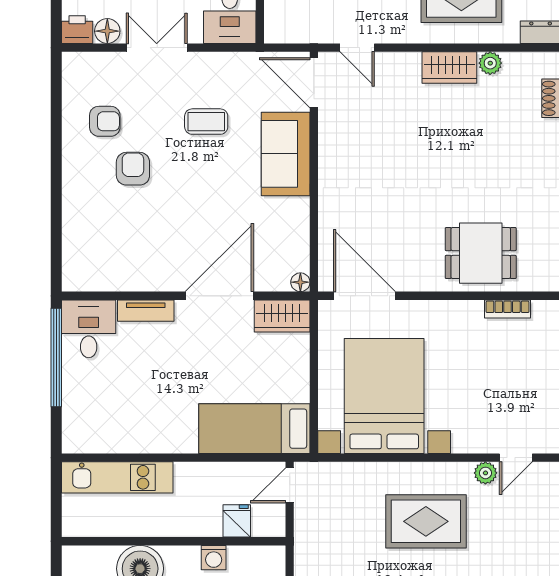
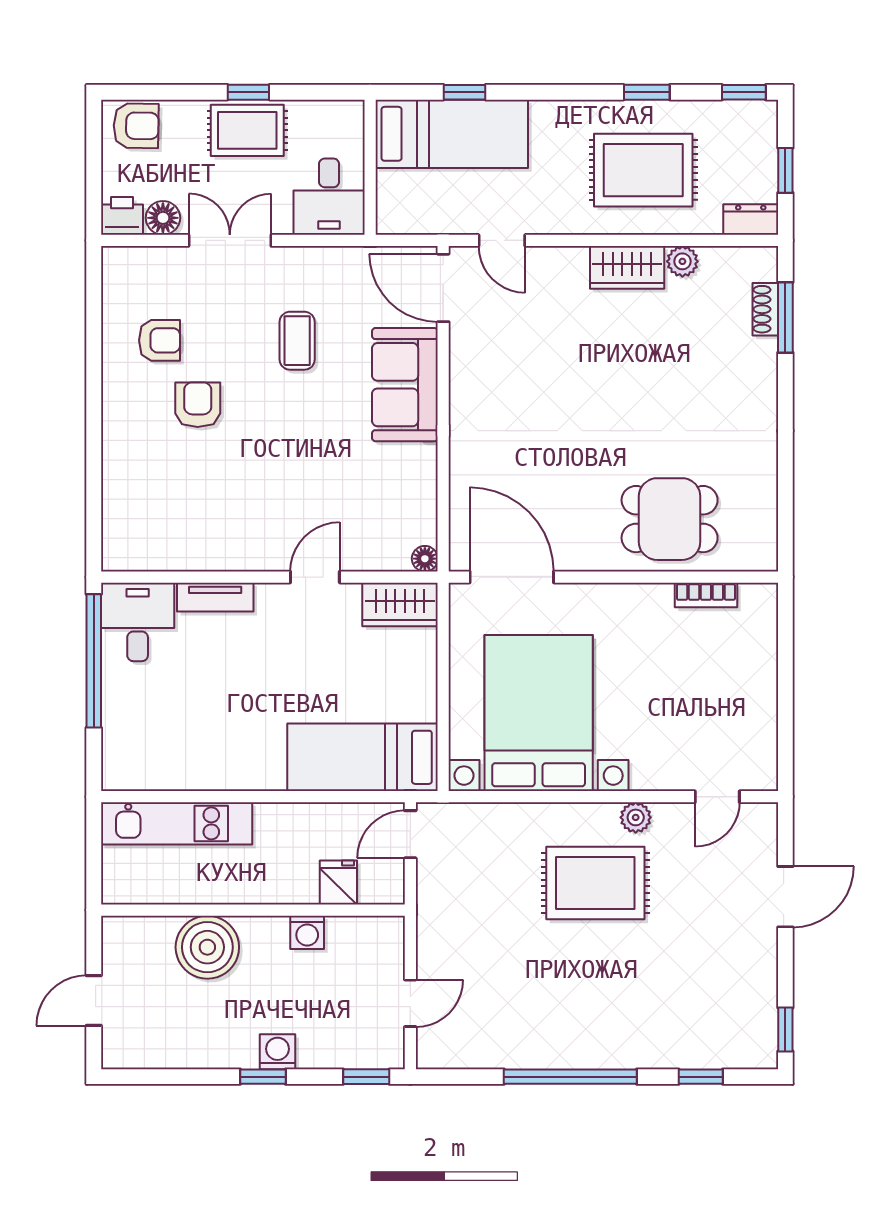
coffee table: (206, 122) -> (297, 341), turned 90
door: (219, 296) -> (315, 577), width x0.53
plant: (485, 473) -> (636, 817), moved

